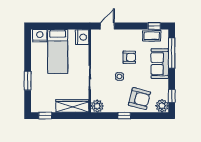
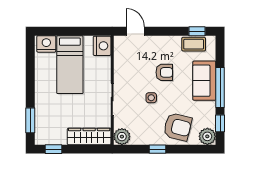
door: (107, 26) -> (135, 31), hinge flipped
window: (172, 53) -> (220, 88), moved
window: (28, 81) -> (30, 120), moved

